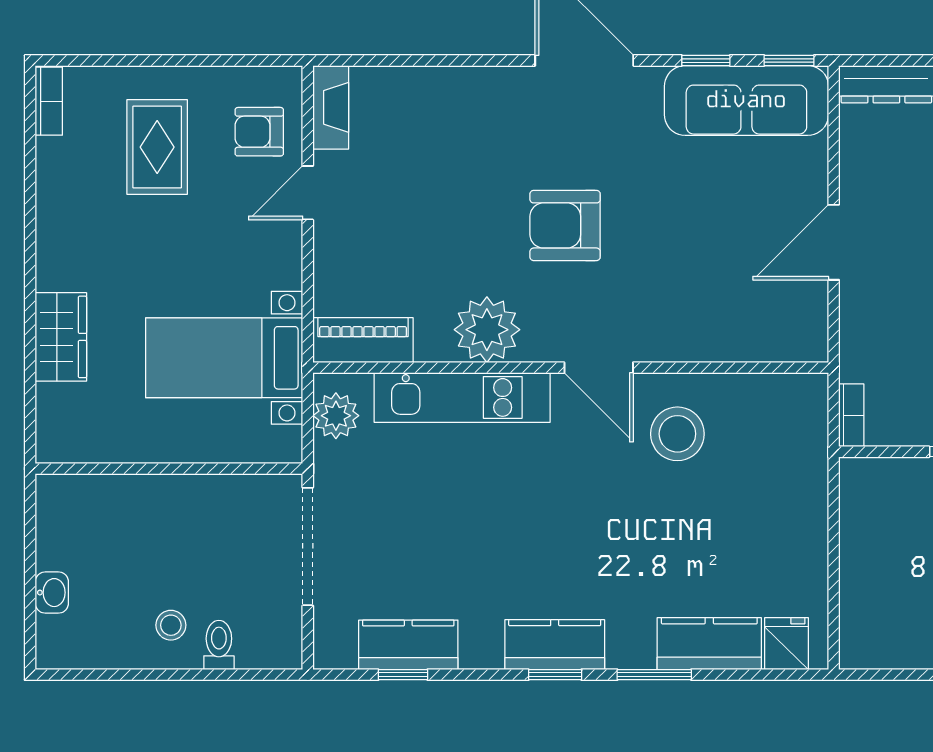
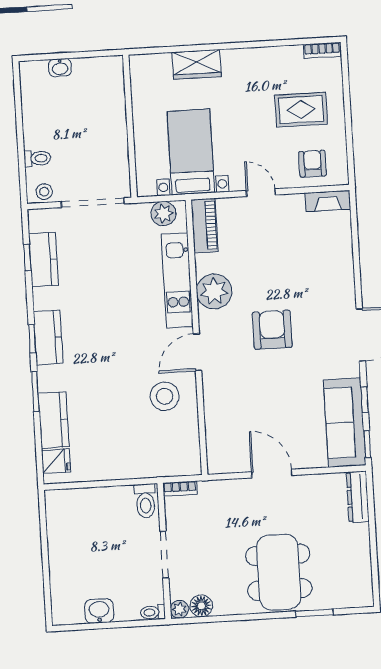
door: (308, 193) -> (261, 193), moved
toilet: (870, 481) -> (145, 501), added
stool: (171, 625) -> (44, 192), moved

